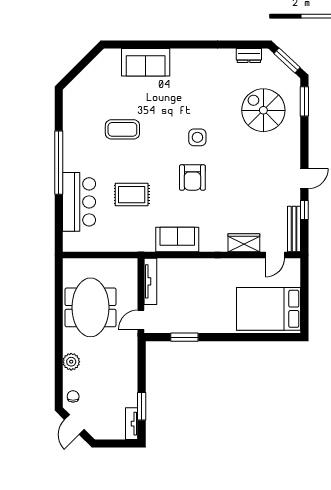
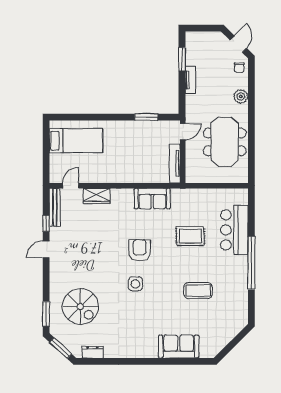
bed: (269, 309) -> (76, 141), width x0.67
tv unit: (132, 424) -> (190, 80), moved

